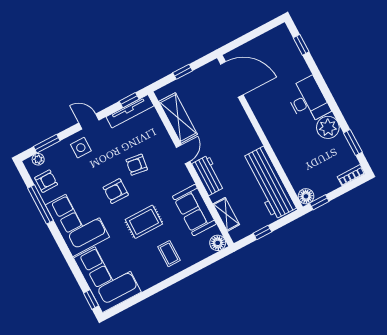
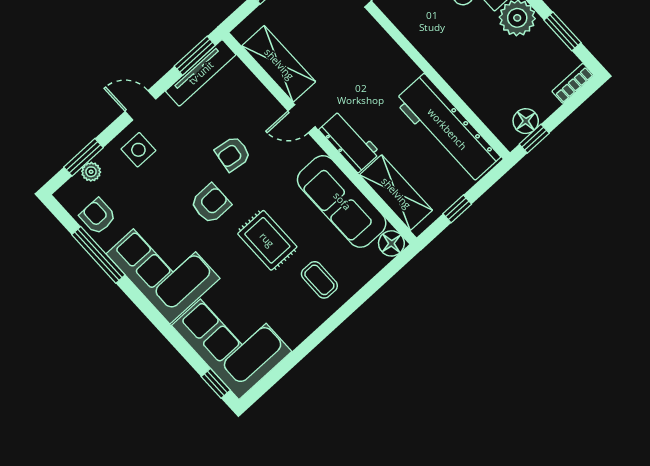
window: (129, 100) -> (195, 56), width x1.50
door: (183, 154) -> (301, 119), swing flipped
plant: (38, 159) -> (91, 172), moved
armchair: (46, 181) -> (98, 216), turned -90
armchair: (116, 191) -> (211, 204), turned 180
floor lamp: (306, 196) -> (526, 121), moved
sofa: (194, 210) -> (342, 201), width x1.36
shelving: (226, 214) -> (396, 193), width x1.50, depth x1.33
rug: (144, 222) -> (267, 240), turned 90

